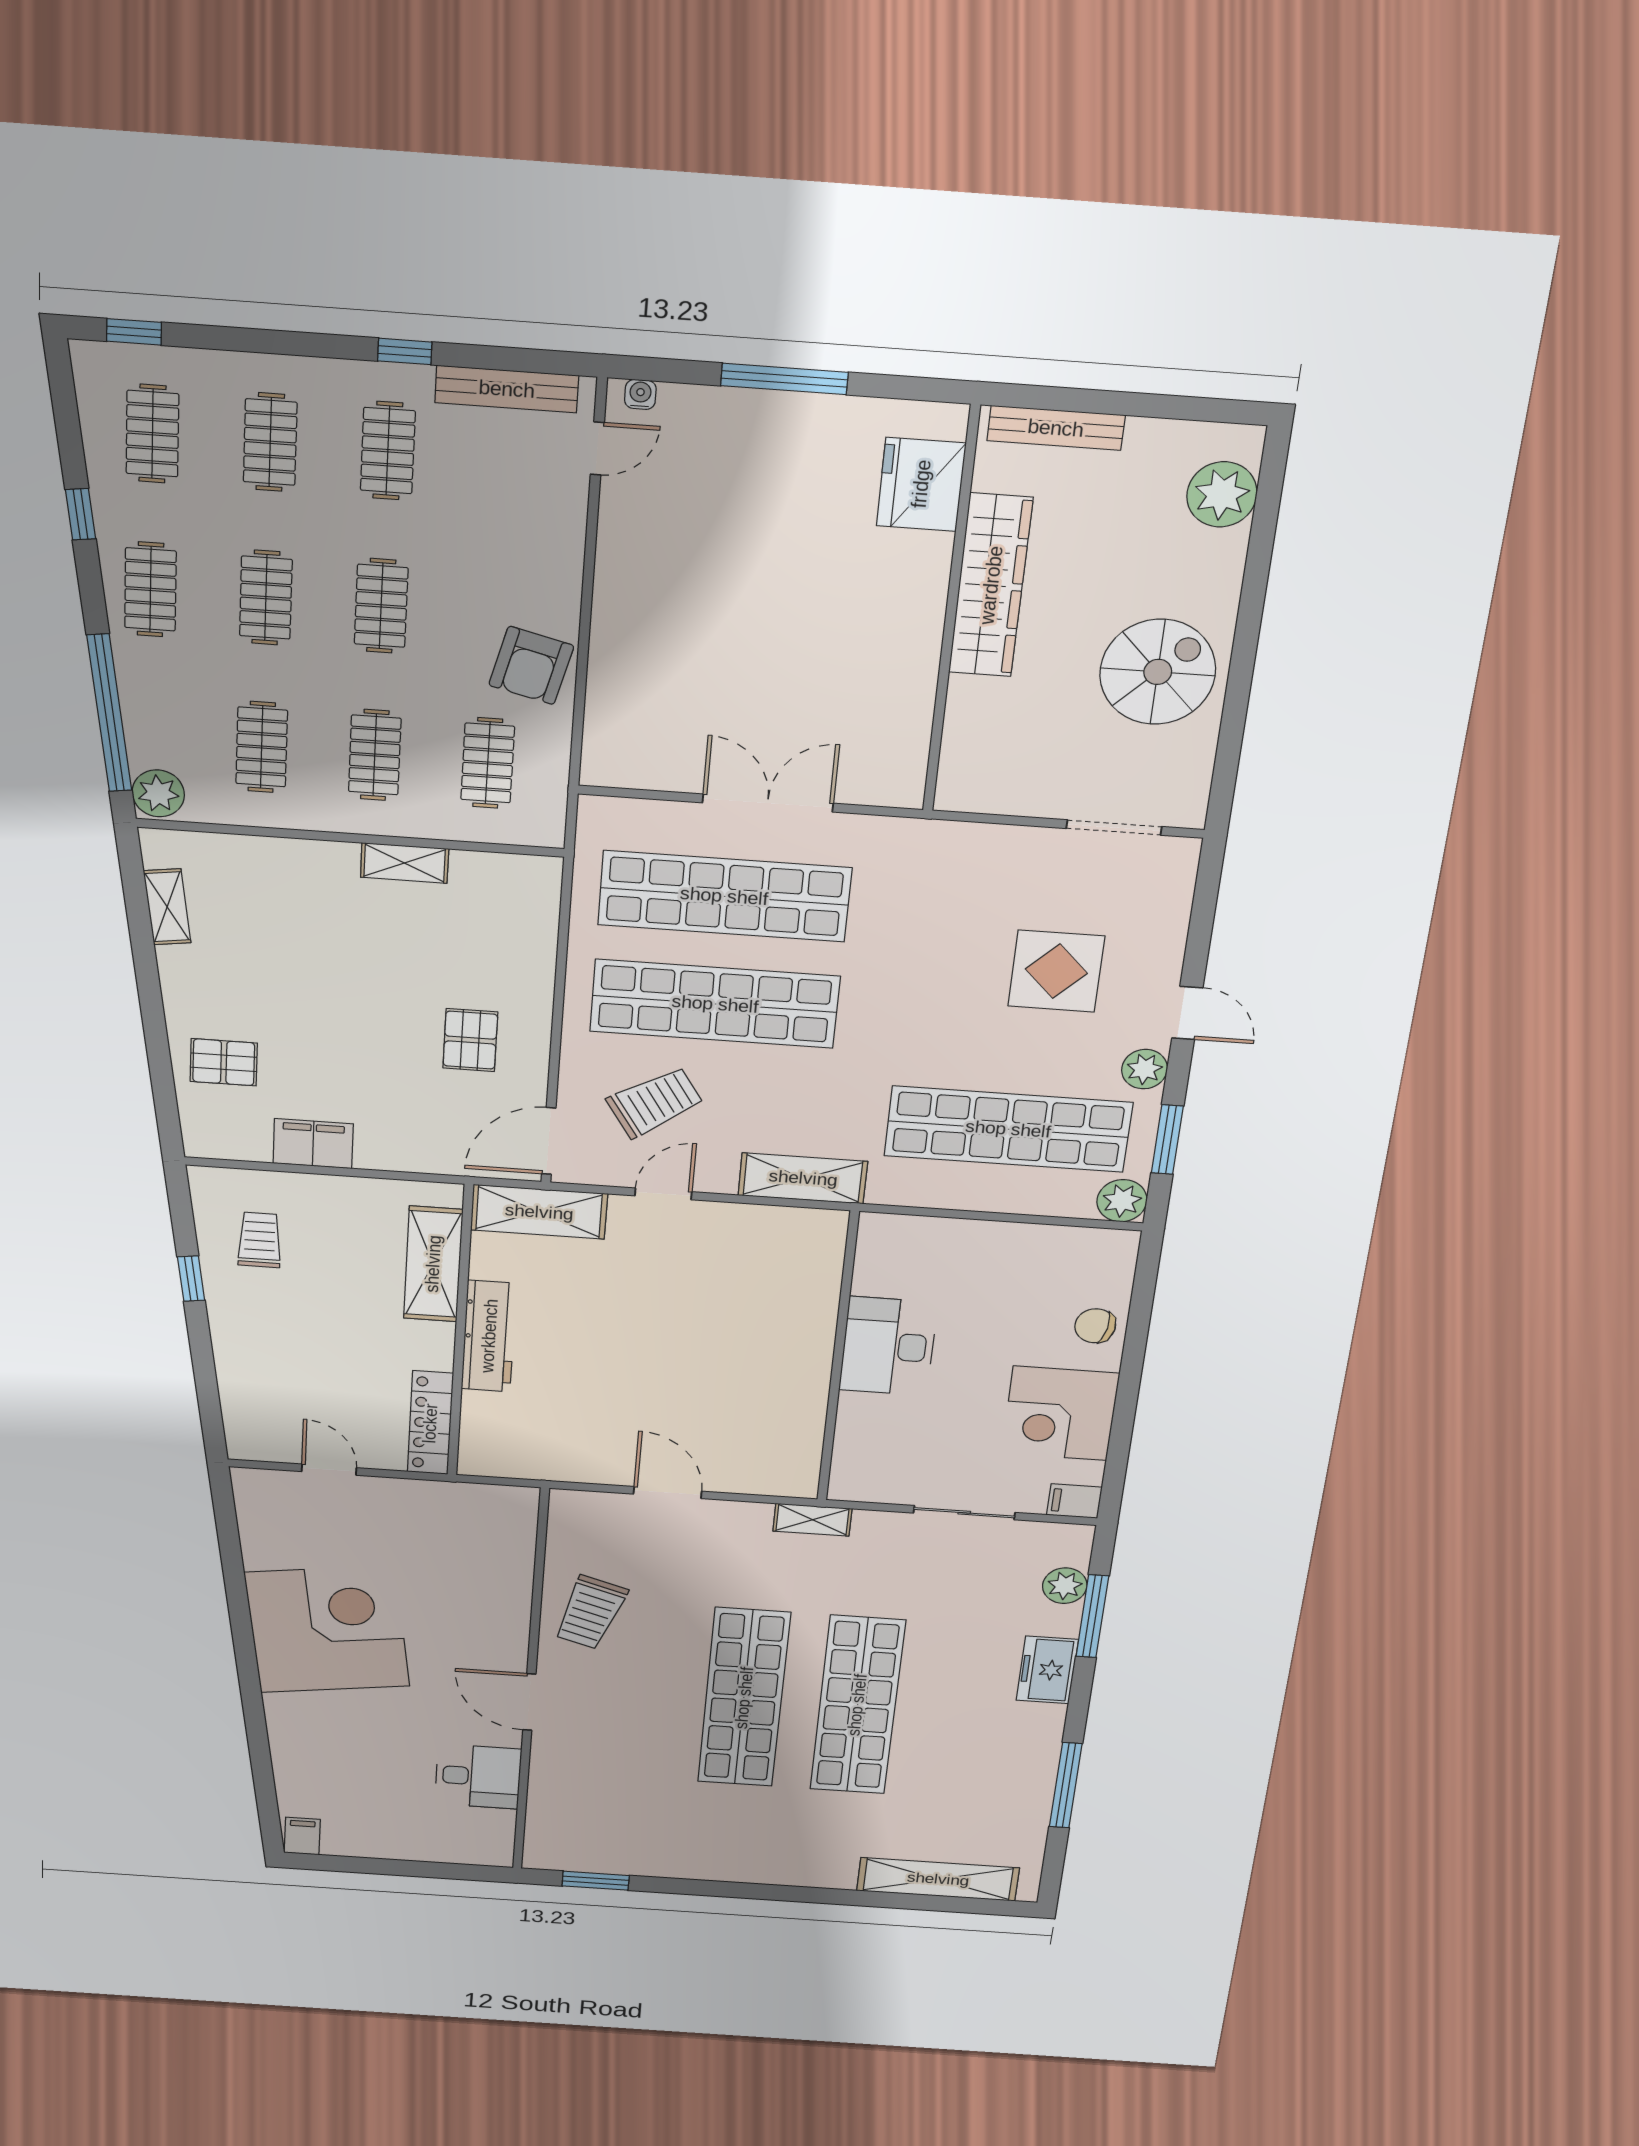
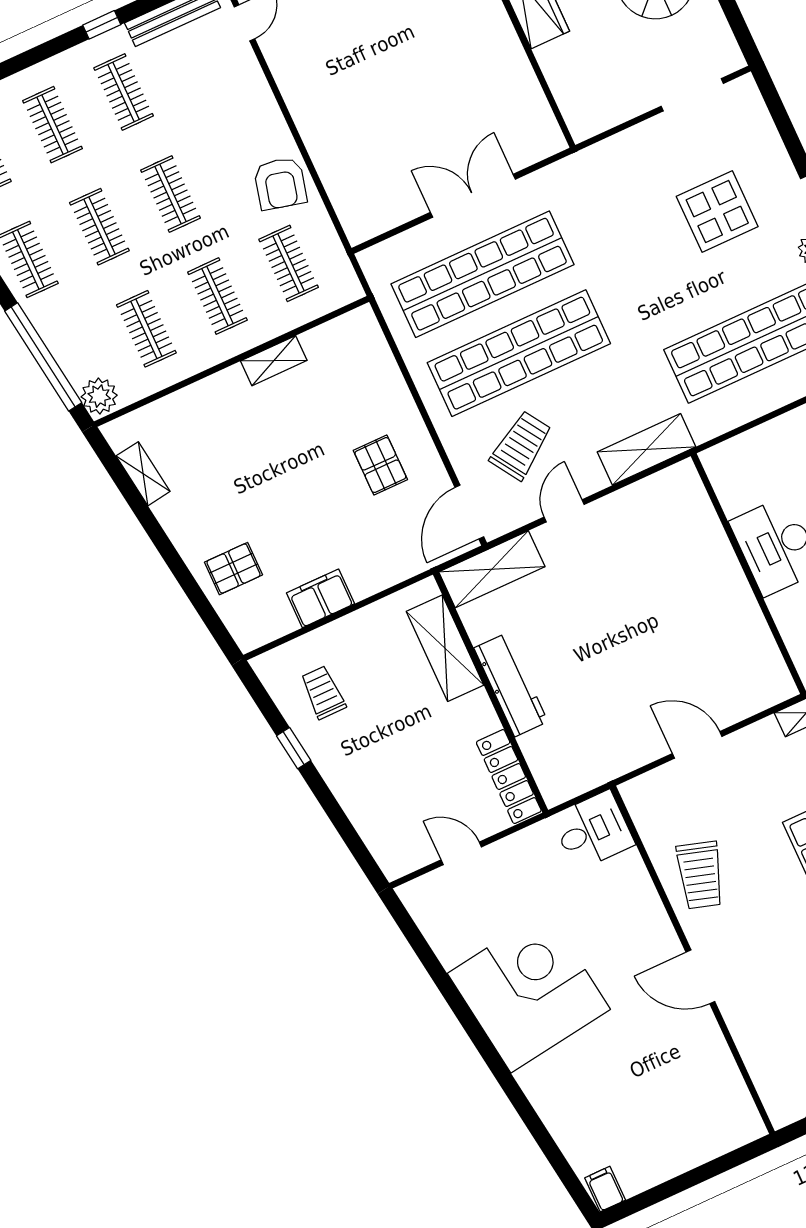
desk: (478, 1776) -> (593, 830), moved

